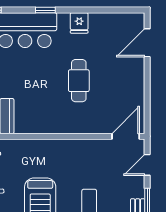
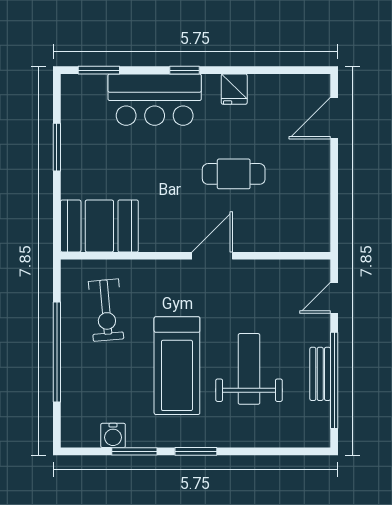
cafe table: (79, 81) -> (234, 174), turned 90
door: (126, 136) -> (212, 256), moved

